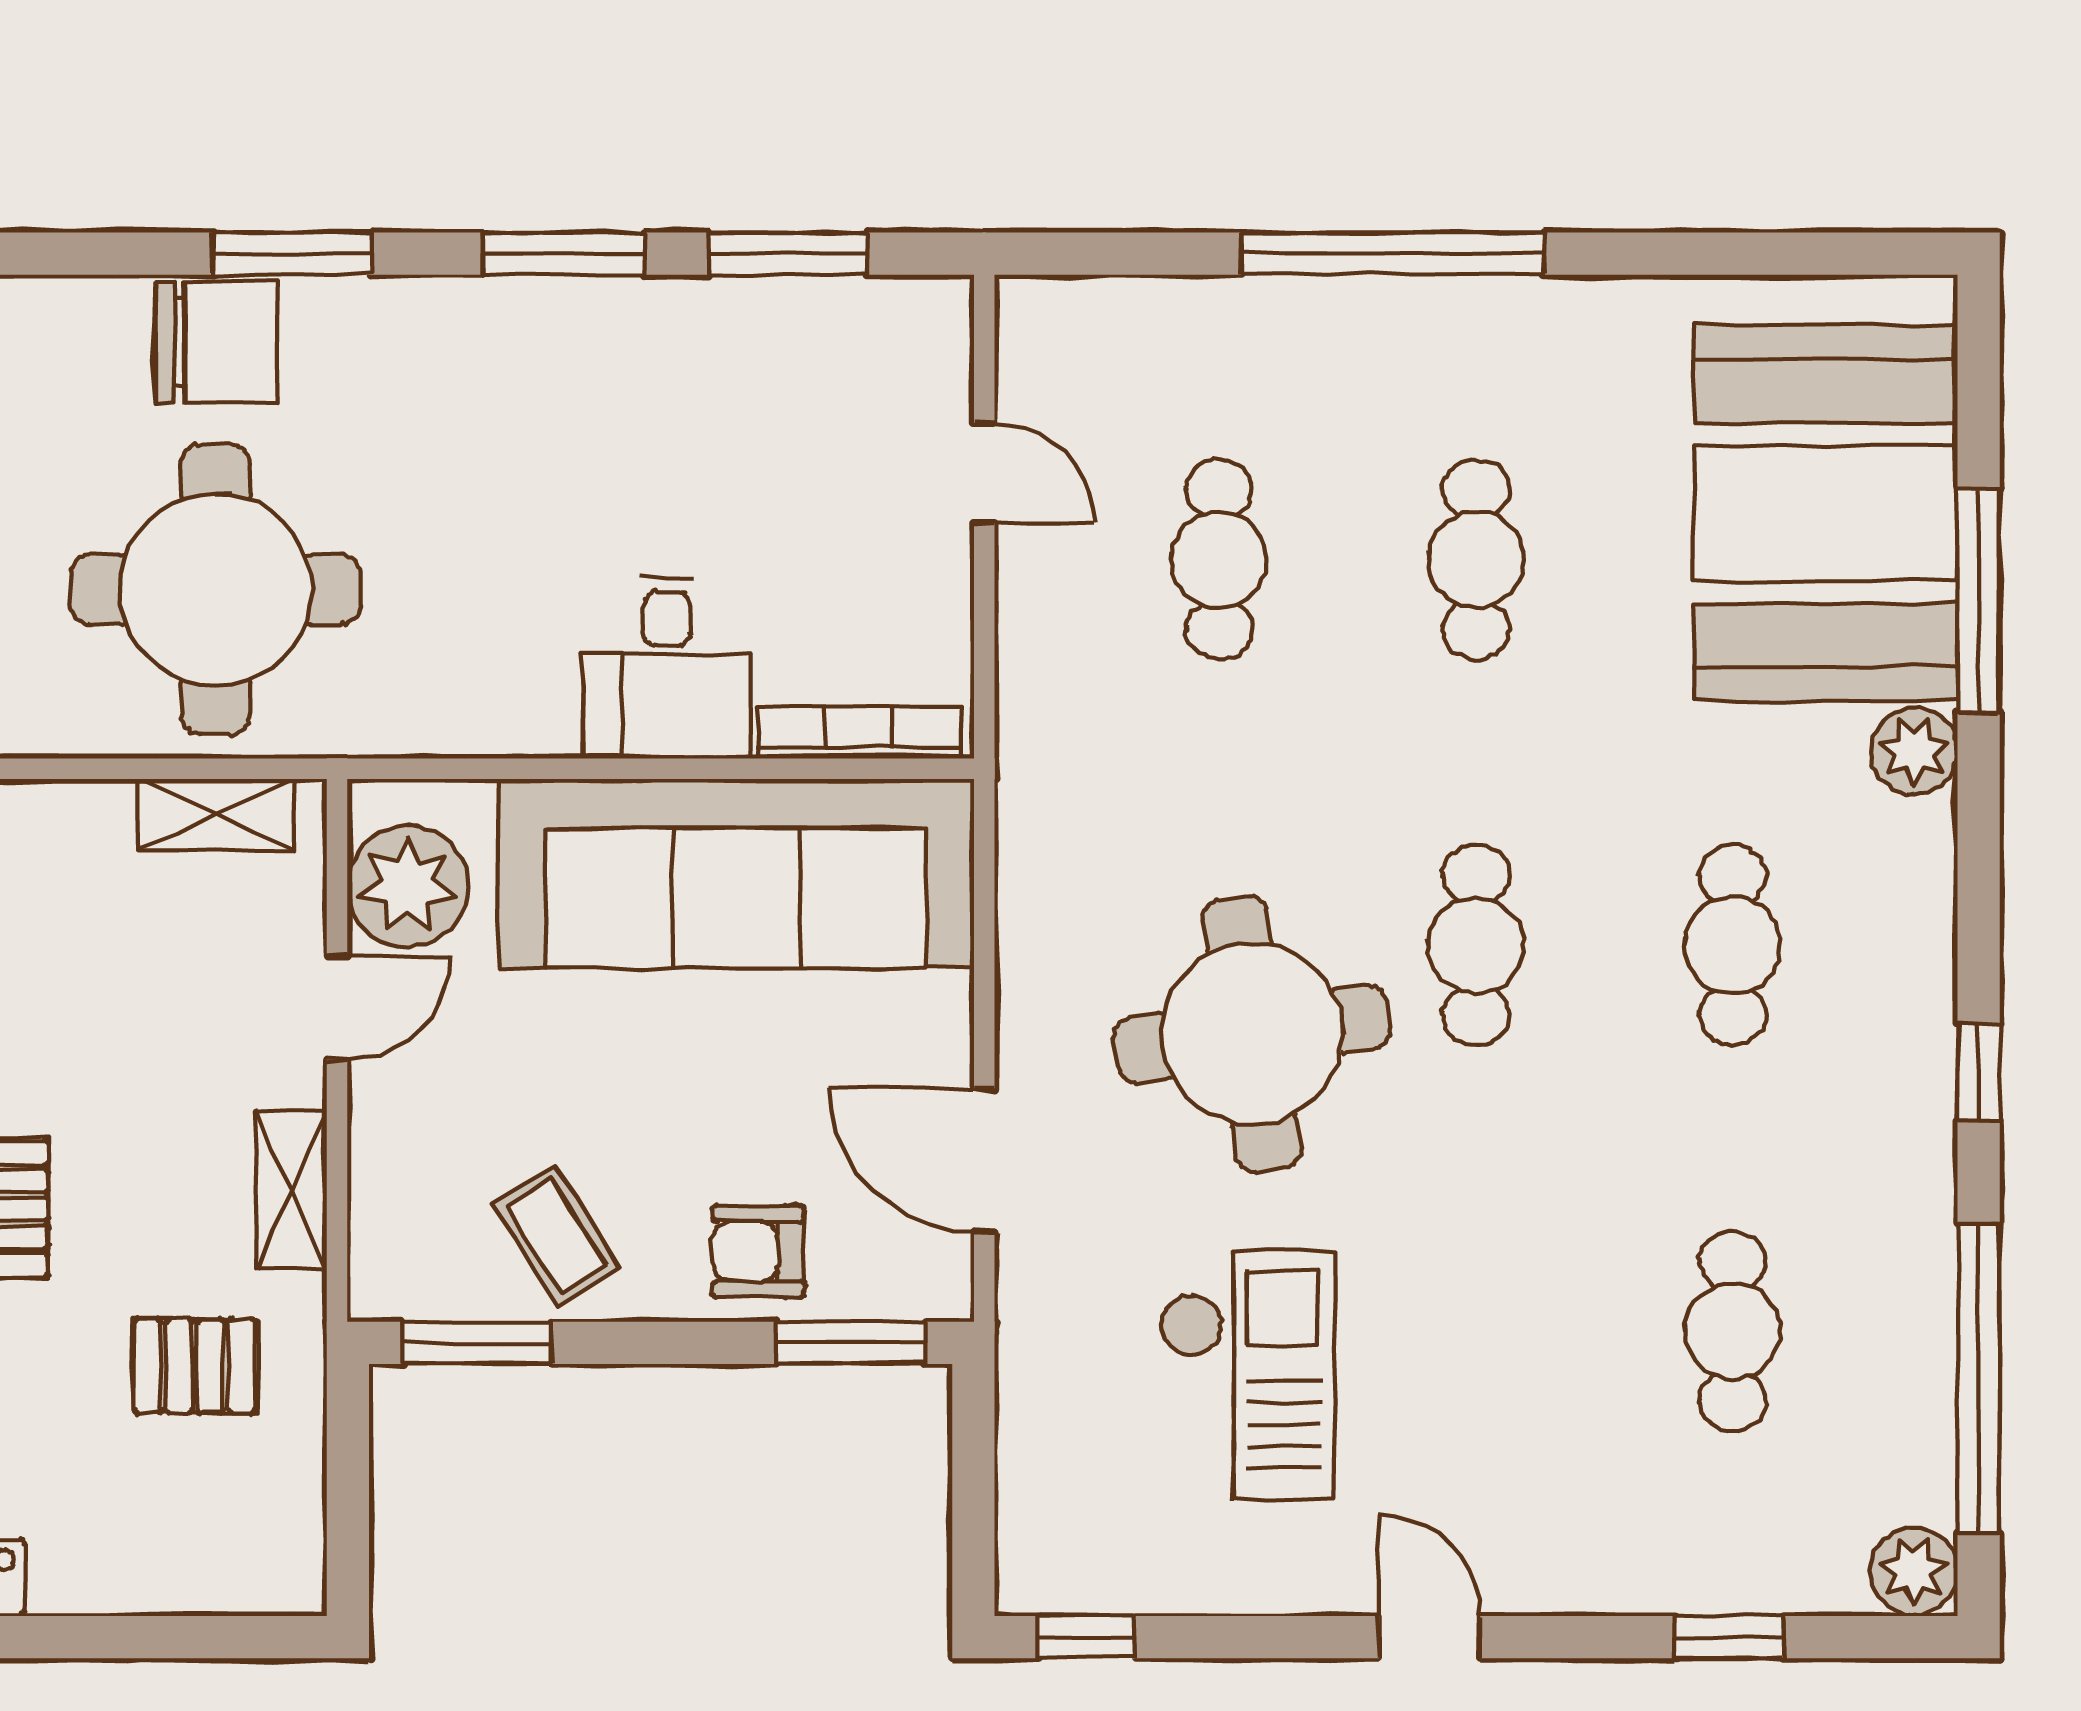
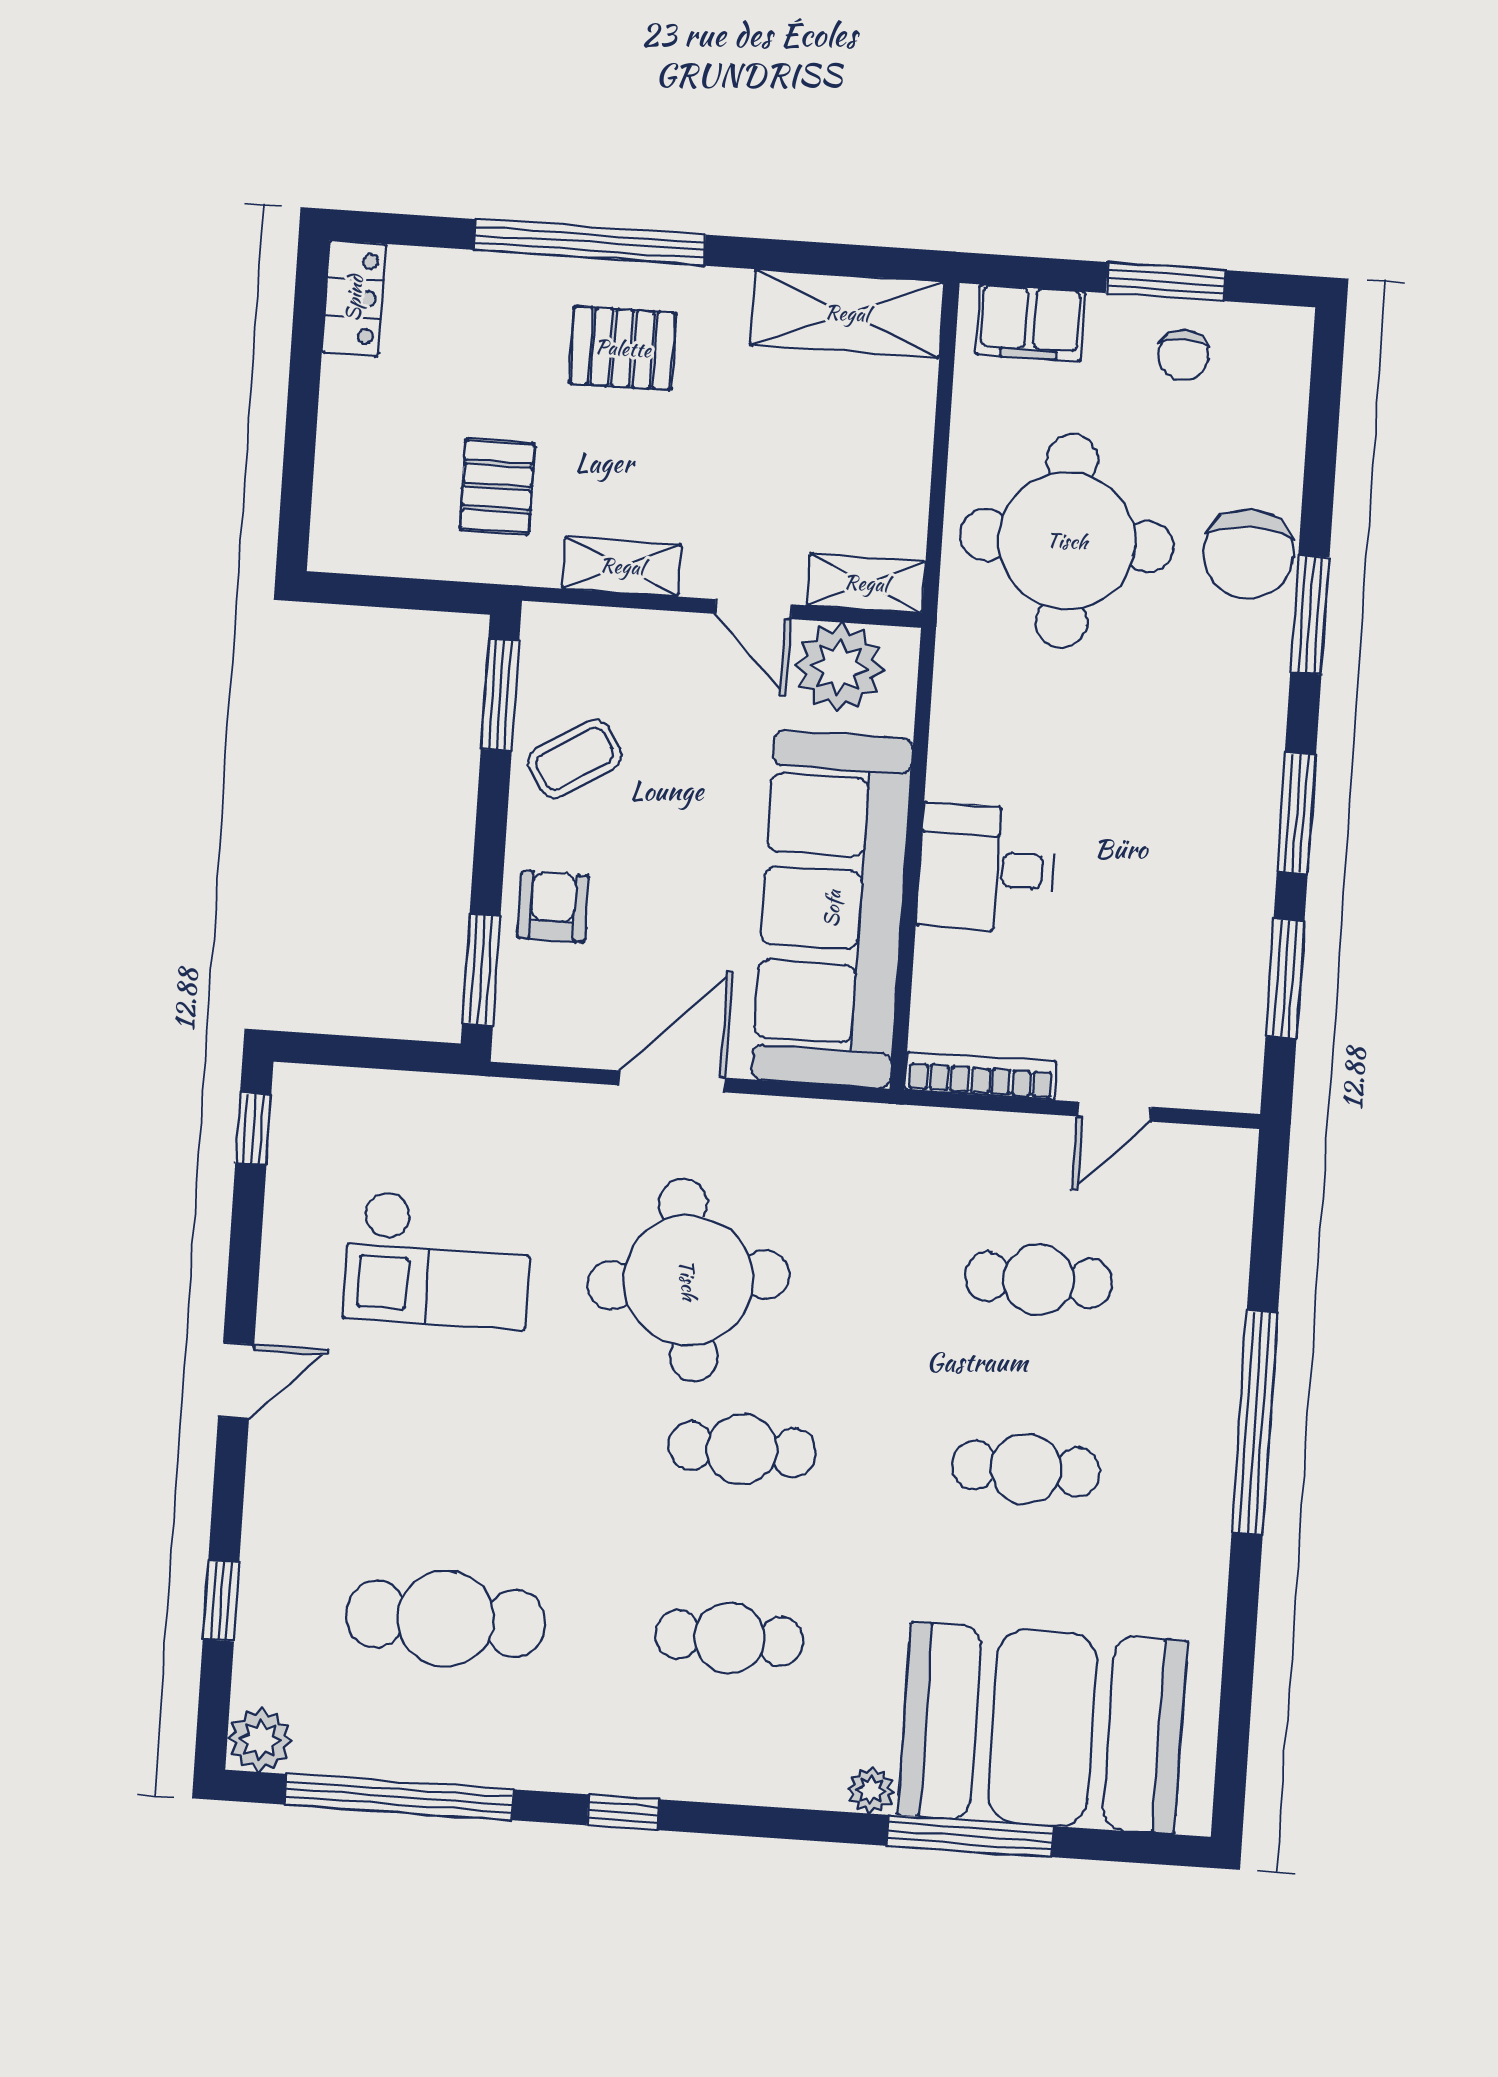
bookcase: (859, 733) -> (981, 1076), moved, turned -90
plant: (1914, 751) -> (871, 1790), width x0.73, depth x0.73
shelving: (216, 814) -> (866, 583), moved, turned 90
door: (984, 1160) -> (672, 1081), moved
cafe table: (1733, 1331) -> (446, 1619), width x1.37, depth x1.35

